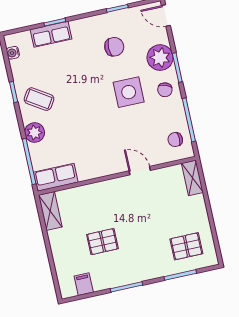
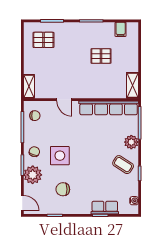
row of seats: (56, 177) -> (109, 108), width x2.02

